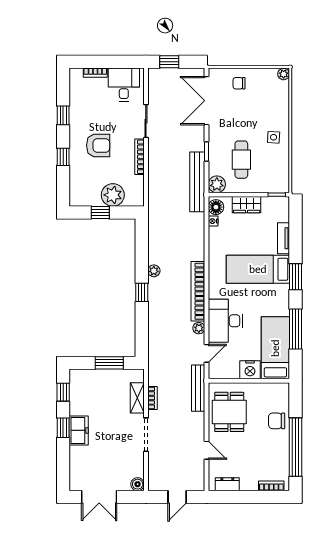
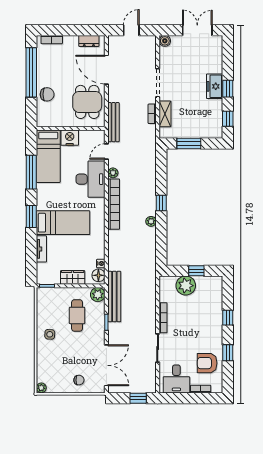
armchair: (98, 145) -> (207, 363), moved
door: (207, 450) -> (106, 70), width x1.87

